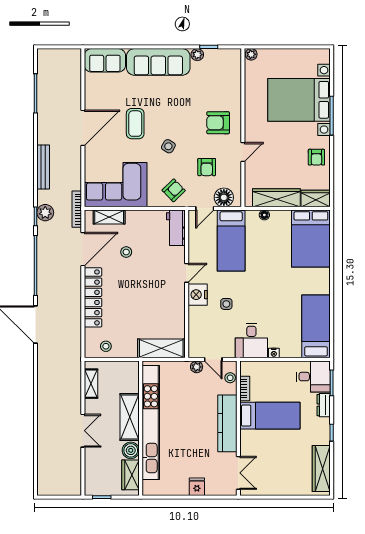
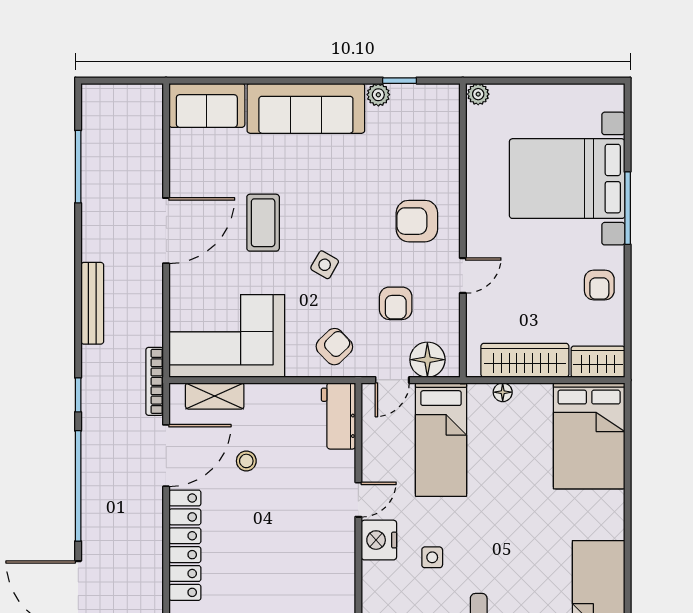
plant: (45, 213) -> (96, 388), removed

